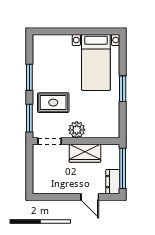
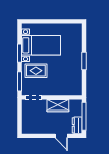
bed with nightstands: (96, 62) -> (41, 45), moved, turned -90
plant: (77, 130) -> (52, 89), removed

